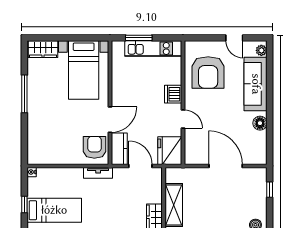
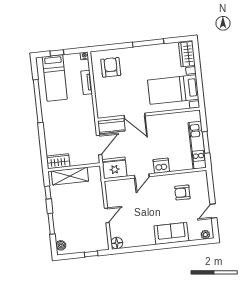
window: (139, 38) -> (206, 142), moved
armchair: (208, 72) -> (182, 193), width x0.53, depth x0.53
sofa: (256, 84) -> (171, 233), width x0.73
floor lamp: (260, 123) -> (117, 243), moved
armchair: (94, 147) -> (111, 67), moved, turned -90
door: (226, 166) -> (107, 215), width x0.53
tv unit: (98, 173) -> (87, 82), moved

